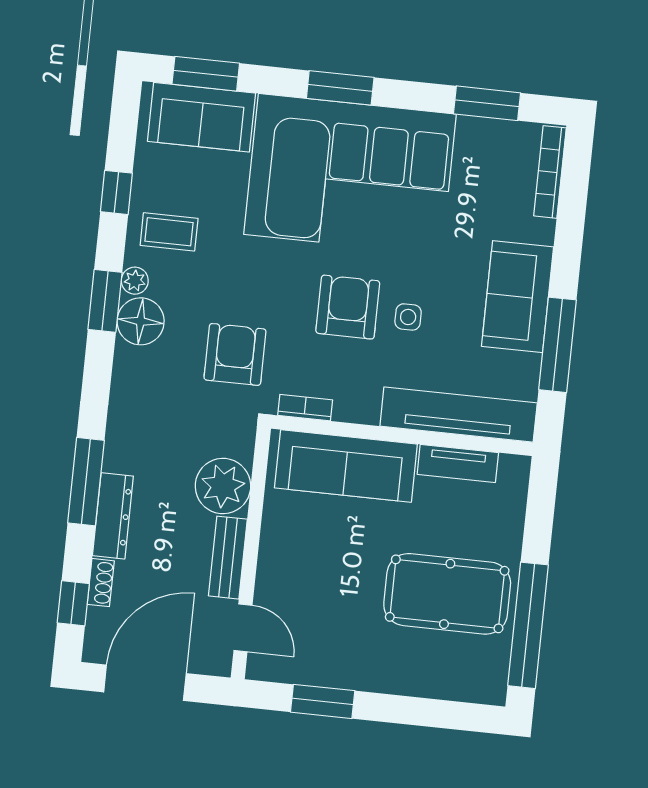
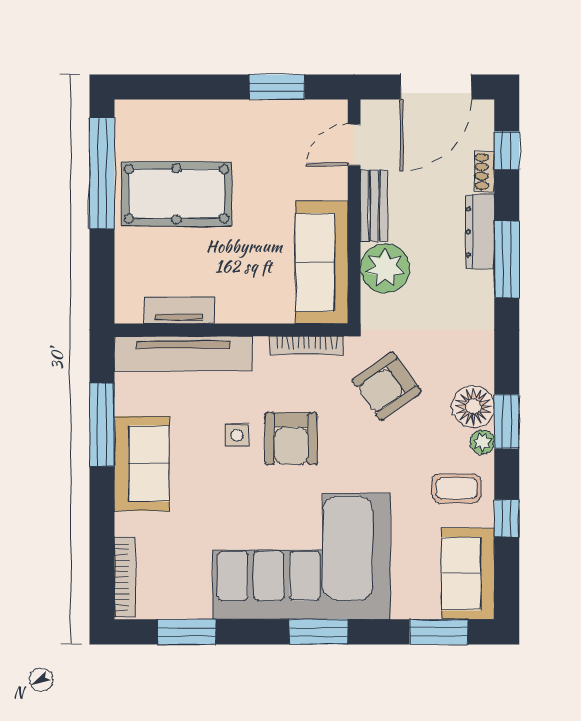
sofa: (202, 117) -> (468, 574), moved, turned -90
armchair: (235, 354) -> (387, 386), turned 55
bookcase: (305, 408) -> (306, 346), width x1.56
sofa: (346, 466) -> (322, 262), moved, turned -90
door: (243, 628) -> (354, 145), hinge flipped

